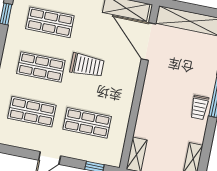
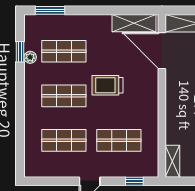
plant: (15, 21) -> (30, 57), added
trolley: (87, 65) -> (108, 85), turned 180

